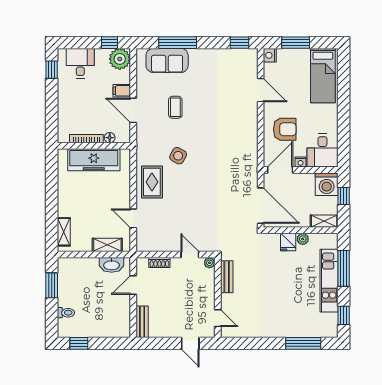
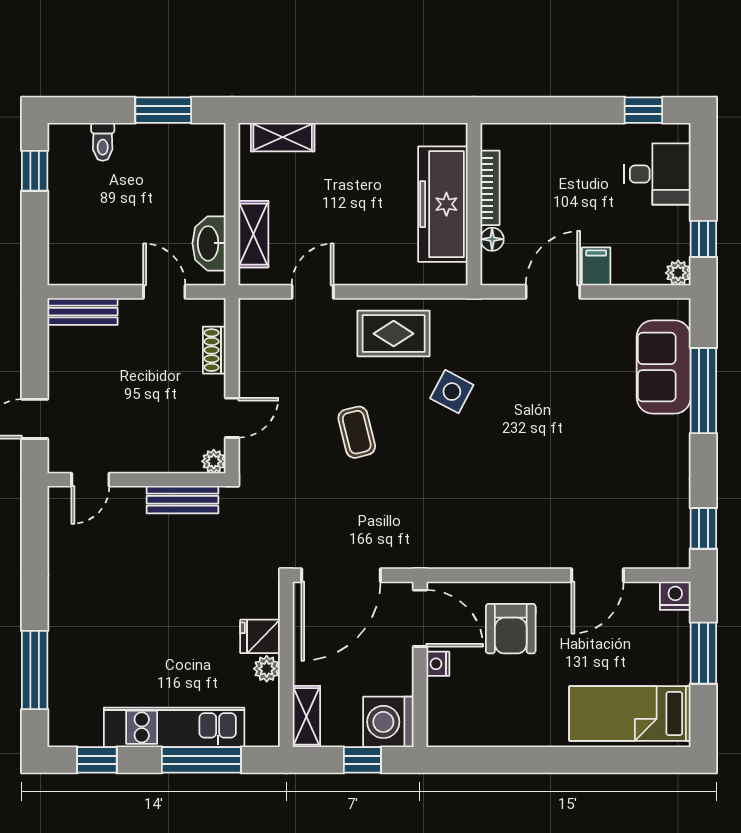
plant: (120, 59) -> (678, 273), width x0.53, depth x0.53
coffee table: (175, 107) -> (357, 432), moved, turned 76
desk: (323, 151) -> (463, 713), removed

